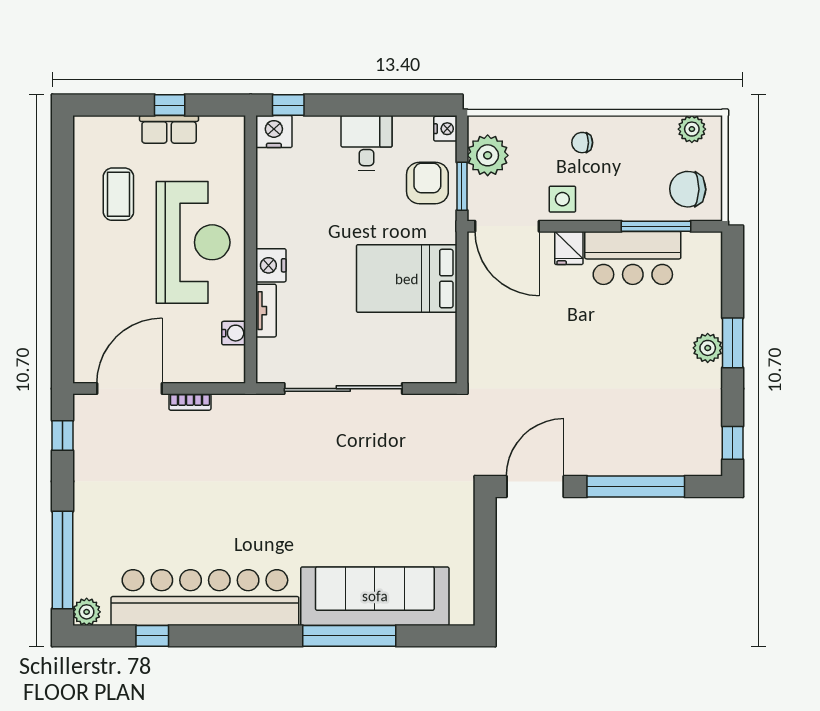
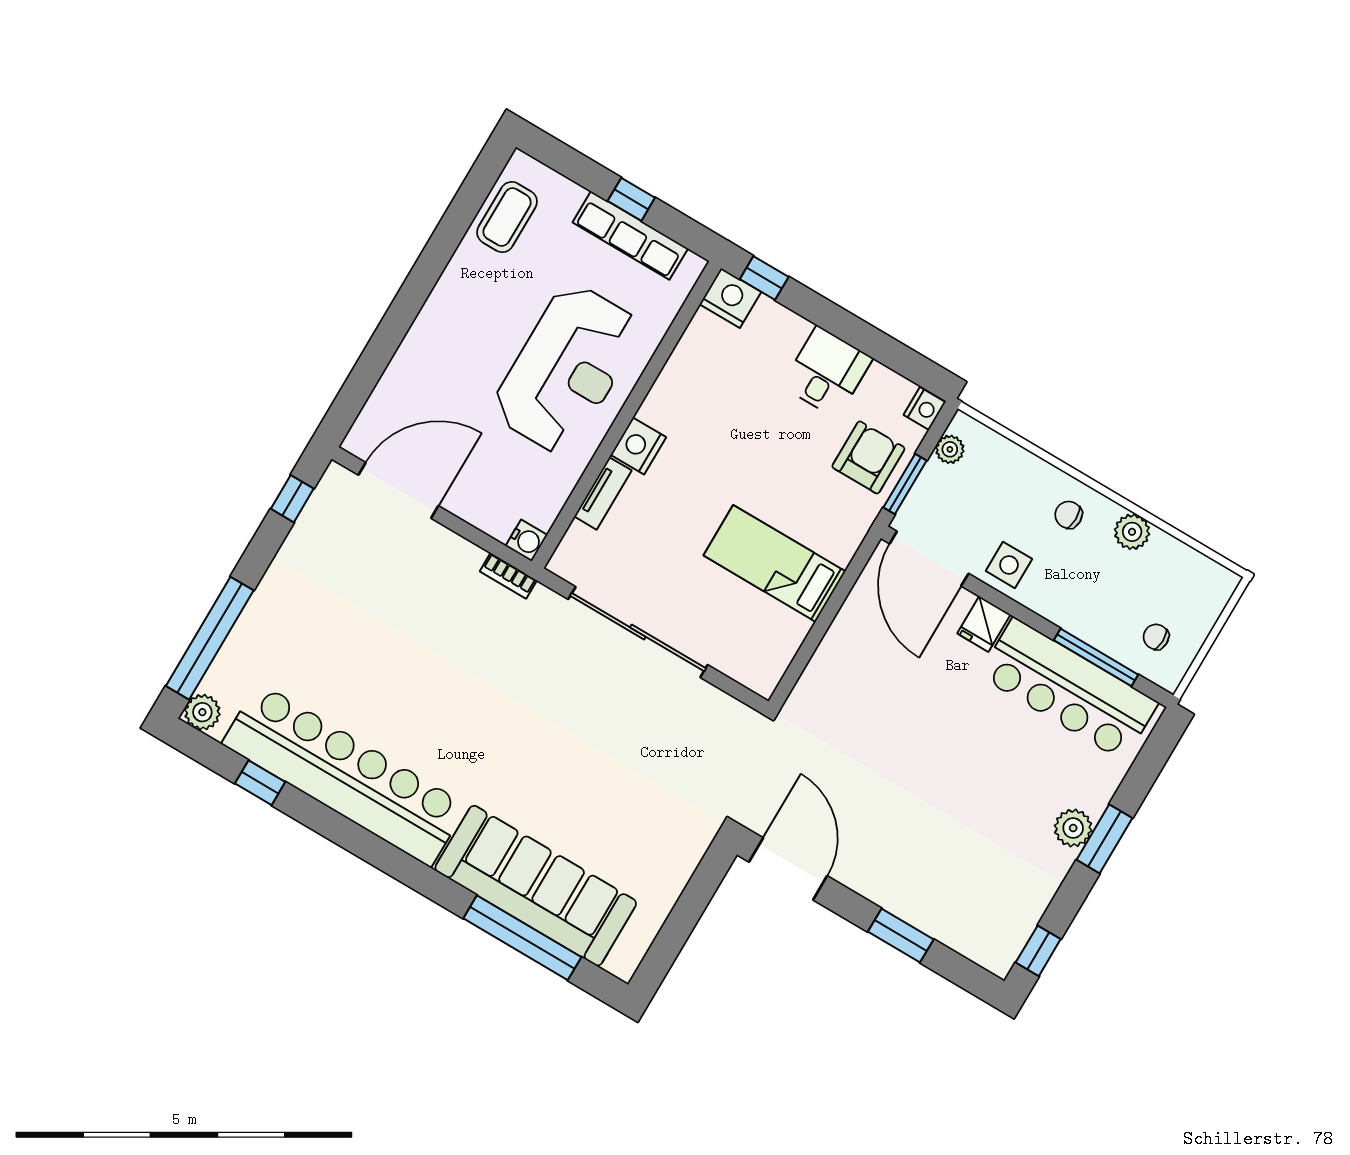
row of seats: (169, 129) -> (630, 236), width x1.48
plant: (692, 129) -> (1132, 532), moved
plant: (488, 155) -> (950, 449), width x0.53, depth x0.53
chair: (688, 189) -> (1156, 637), width x0.54, depth x0.54
coffee table: (118, 194) -> (507, 217), moved
bar counter: (633, 258) -> (1068, 689), width x1.36
bed: (407, 279) -> (774, 563), width x0.67
water cooler: (234, 333) -> (526, 540), moved
bookcase: (190, 402) -> (508, 576), moved
door: (535, 486) -> (788, 869), hinge flipped
window: (636, 486) -> (901, 936), width x0.47
window: (349, 636) -> (522, 938), moved

